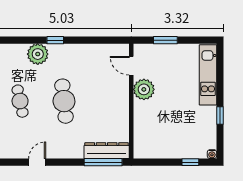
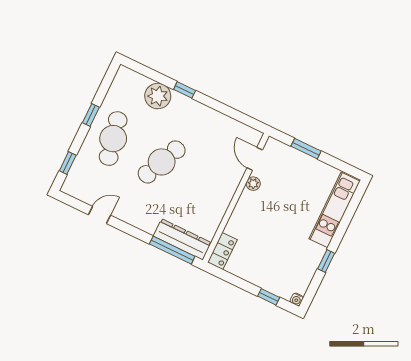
plant: (144, 89) -> (253, 184), width x0.53, depth x0.53
cafe table: (20, 101) -> (113, 139), width x1.37, depth x1.35
cafe table: (64, 101) -> (162, 162), turned 30
locker: (140, 145) -> (222, 251), added

